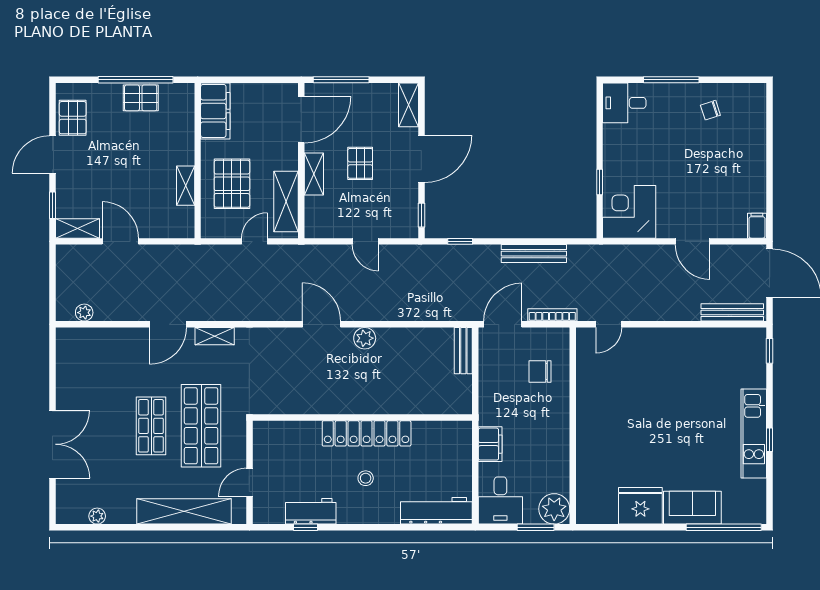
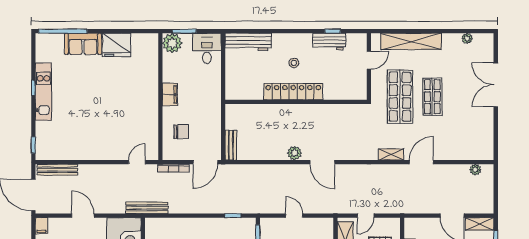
bench: (534, 254) -> (147, 208), moved
filing cabinet: (490, 444) -> (170, 94), moved, turned 180

